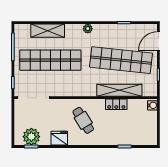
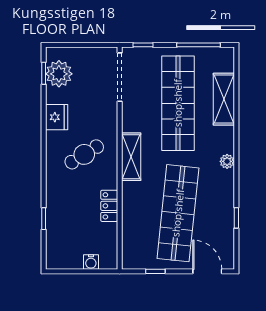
shelving: (119, 90) -> (131, 157), moved, width x0.68
water cooler: (152, 105) -> (91, 262), moved

